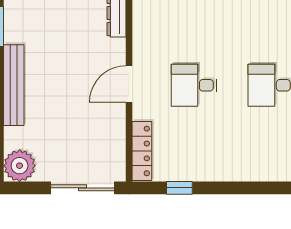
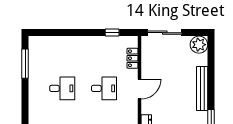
locker: (142, 151) -> (132, 58), width x0.66

